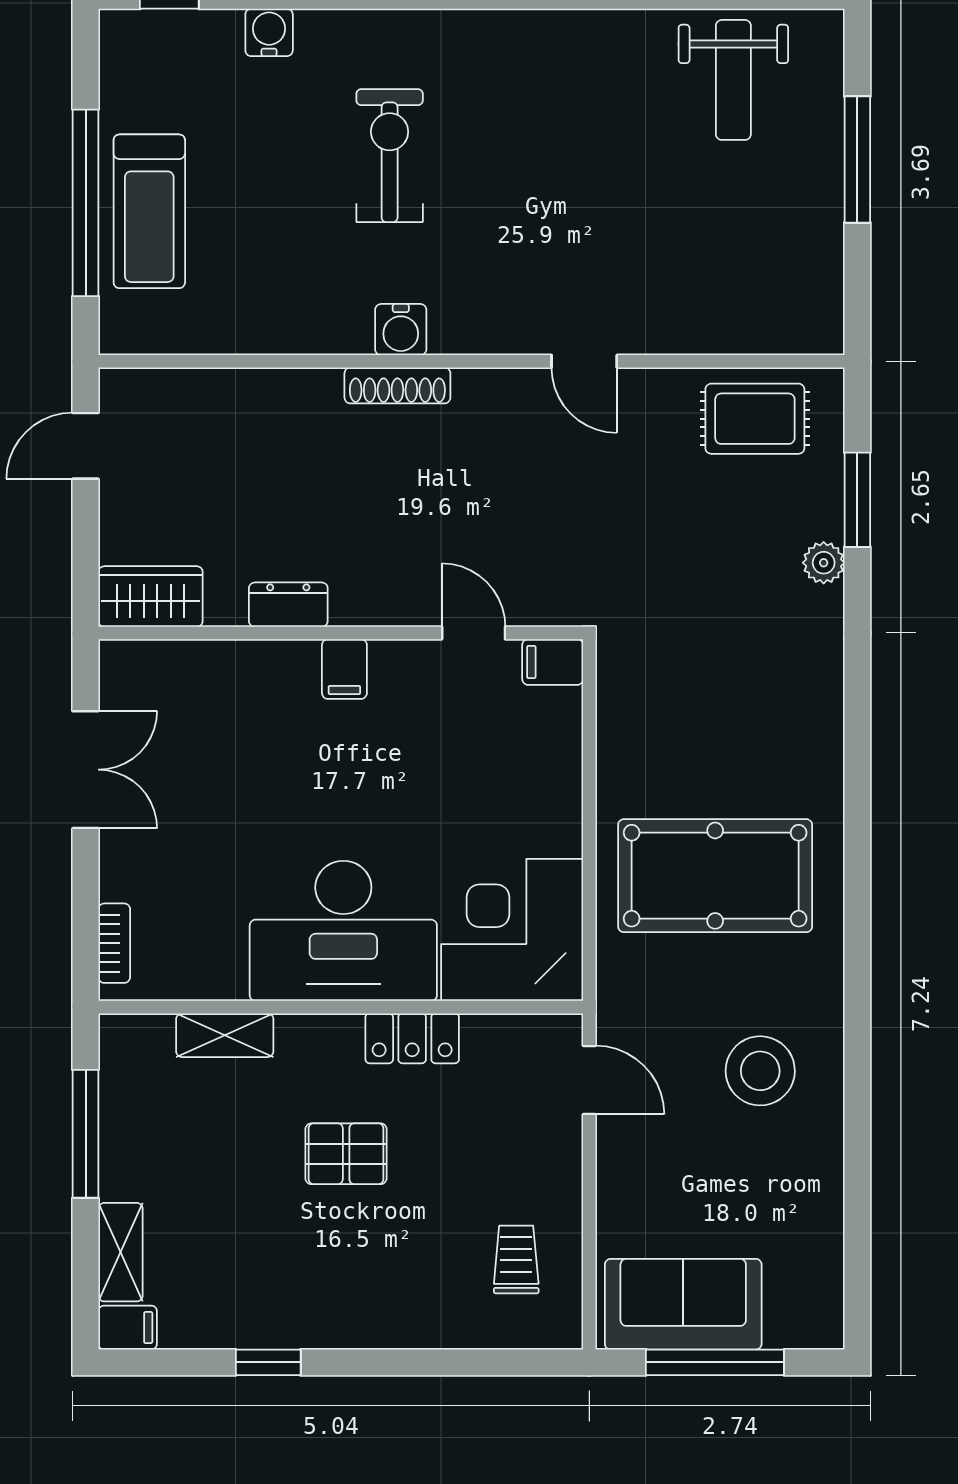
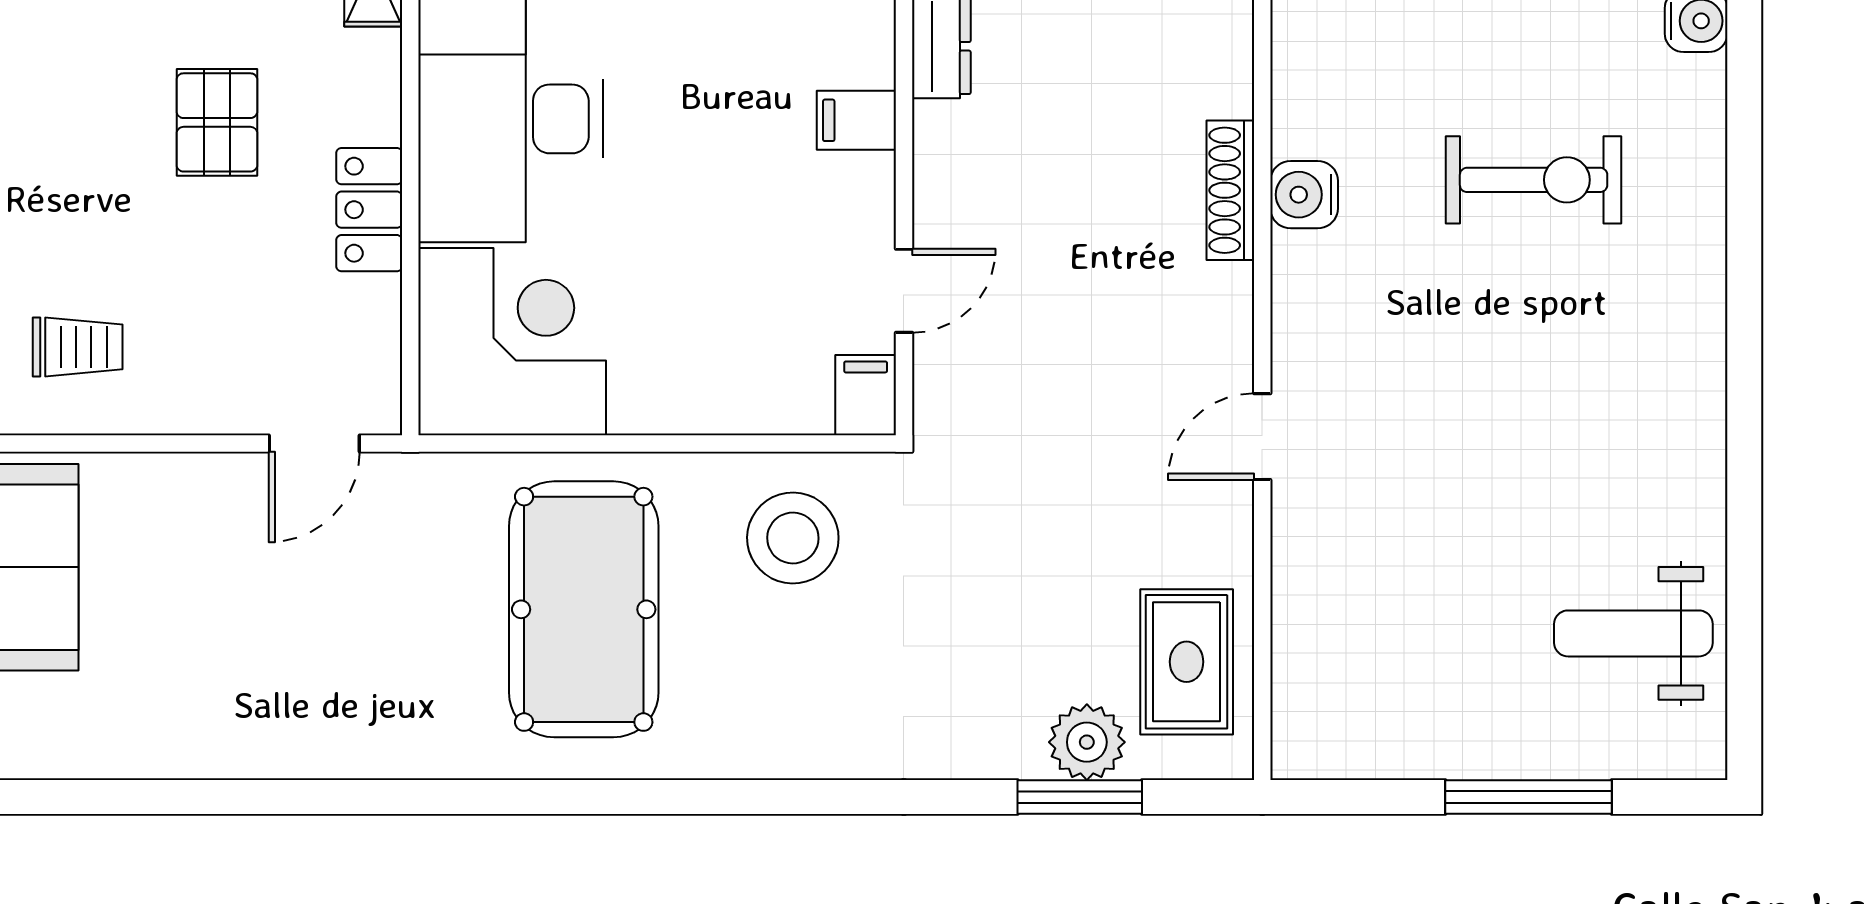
plant: (824, 563) -> (1087, 742), moved, width x1.38, depth x1.38
stool: (760, 1071) -> (793, 538), moved

